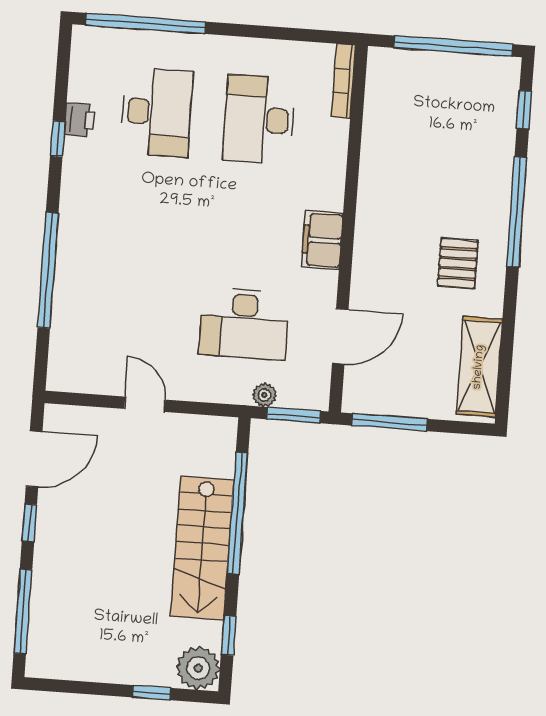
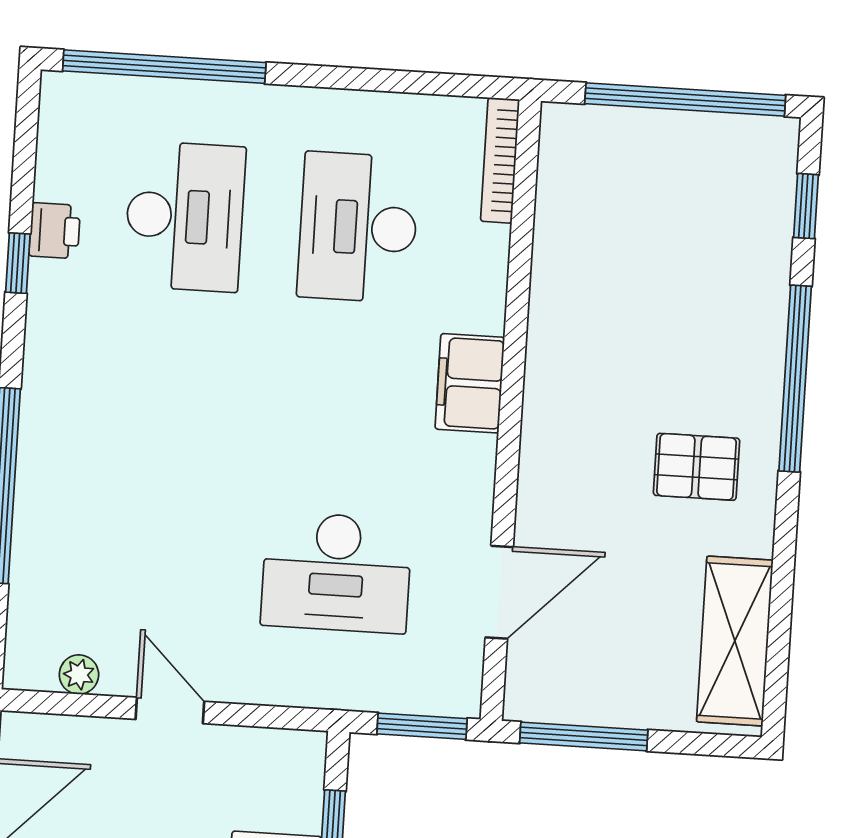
filing cabinet: (322, 240) -> (470, 383), moved
pallet: (458, 263) -> (697, 467), turned 90
plant: (264, 395) -> (79, 675), moved

